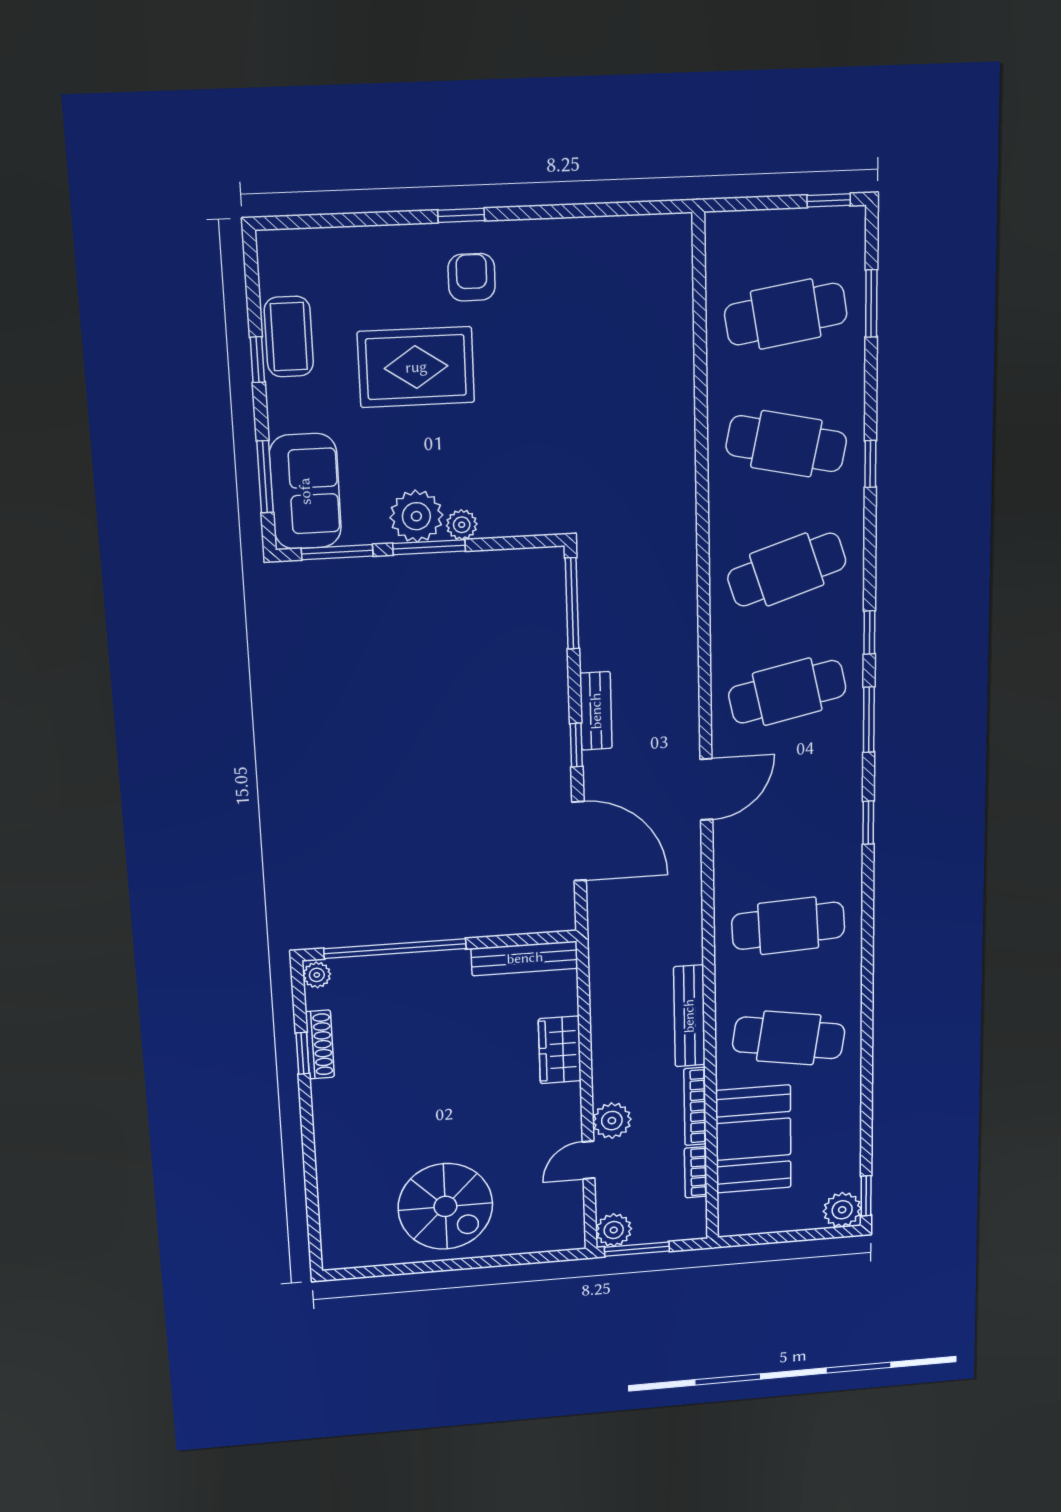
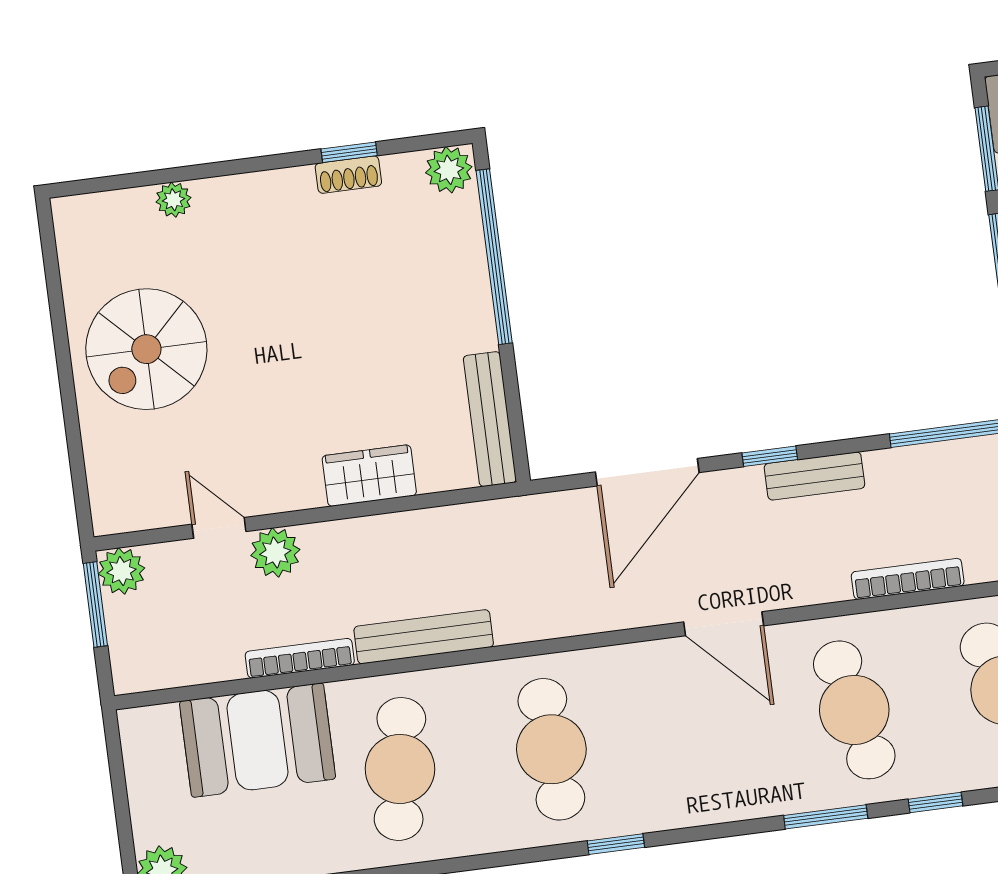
window: (868, 823) -> (616, 844), moved
plant: (317, 975) -> (449, 170), width x1.38, depth x1.38
shoe rack: (320, 1044) -> (348, 175), width x0.70
bookcase: (696, 1172) -> (908, 579), moved, width x1.56
plant: (330, 1183) -> (173, 200), added

